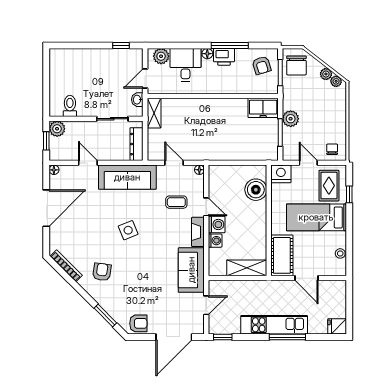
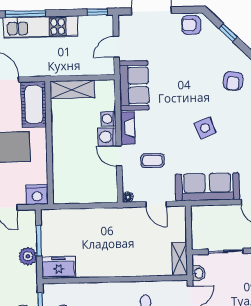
dresser: (137, 144) -> (198, 224), removed
boiler: (256, 190) -> (64, 177), removed
window: (105, 316) -> (228, 33), width x0.67

